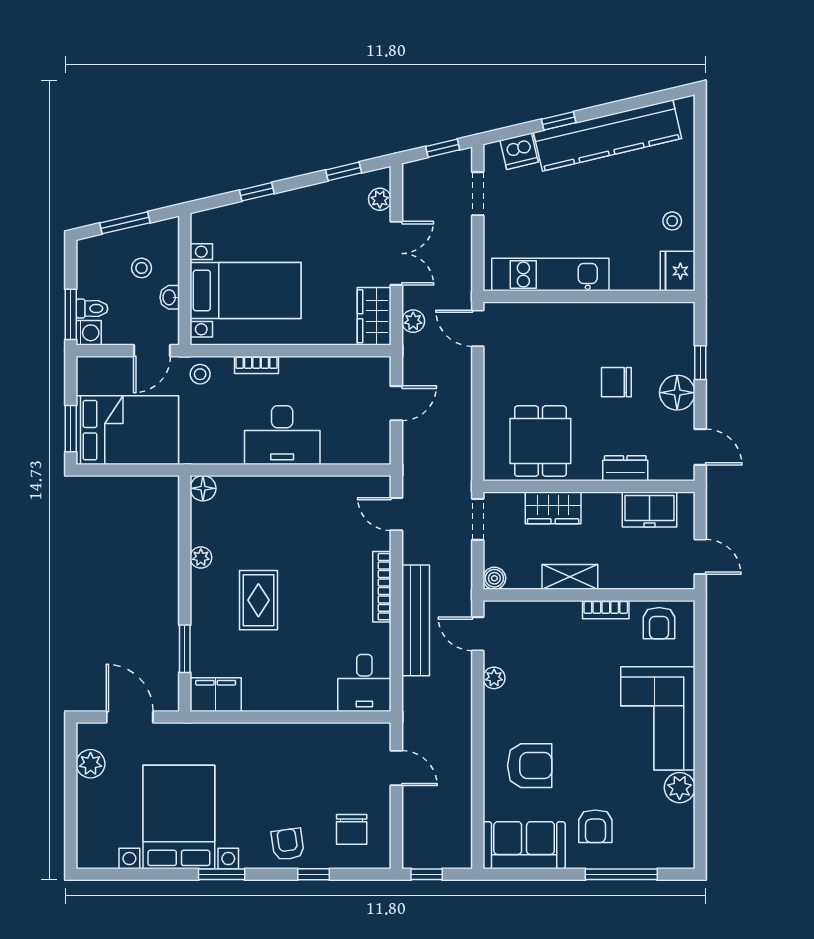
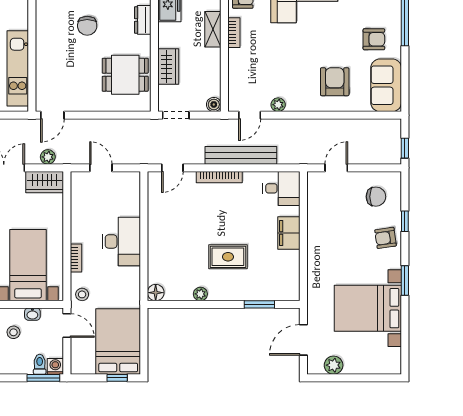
window: (71, 429) -> (117, 378), width x0.67
shelving: (570, 577) -> (213, 29), moved
filing cabinet: (216, 695) -> (289, 233), moved

